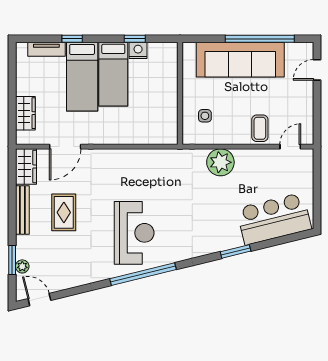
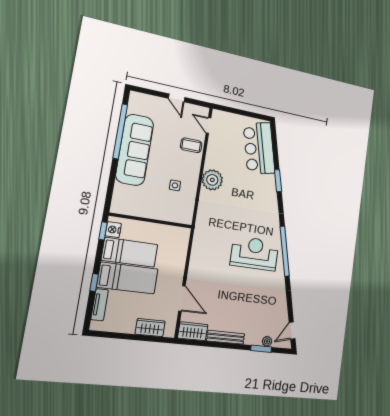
door: (317, 70) -> (177, 98), moved
wall: (180, 93) -> (151, 221), moved
rug: (64, 212) -> (232, 305), removed

